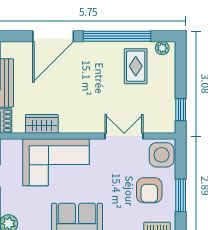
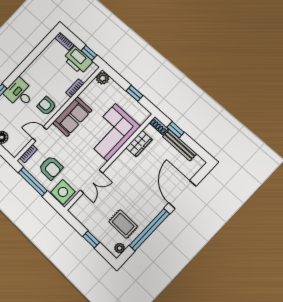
window: (181, 110) -> (91, 239), moved
armchair: (149, 190) -> (51, 168), turned 180
window: (181, 195) -> (33, 182), width x1.44

